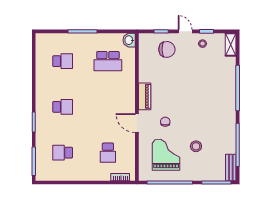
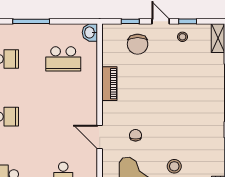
chair: (167, 49) -> (138, 44), turned 91
piano: (145, 96) -> (109, 84), moved

